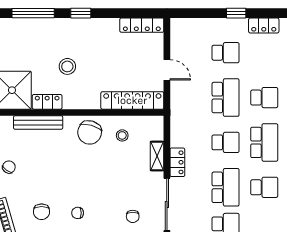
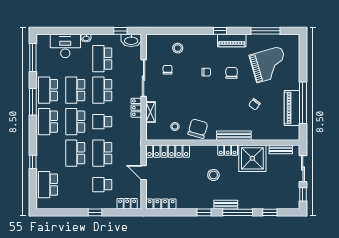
bench: (50, 24) -> (226, 205), added
locker: (264, 25) -> (127, 204), moved
school desk: (264, 98) -> (75, 153), width x1.85
school desk: (264, 187) -> (75, 90), width x1.85

